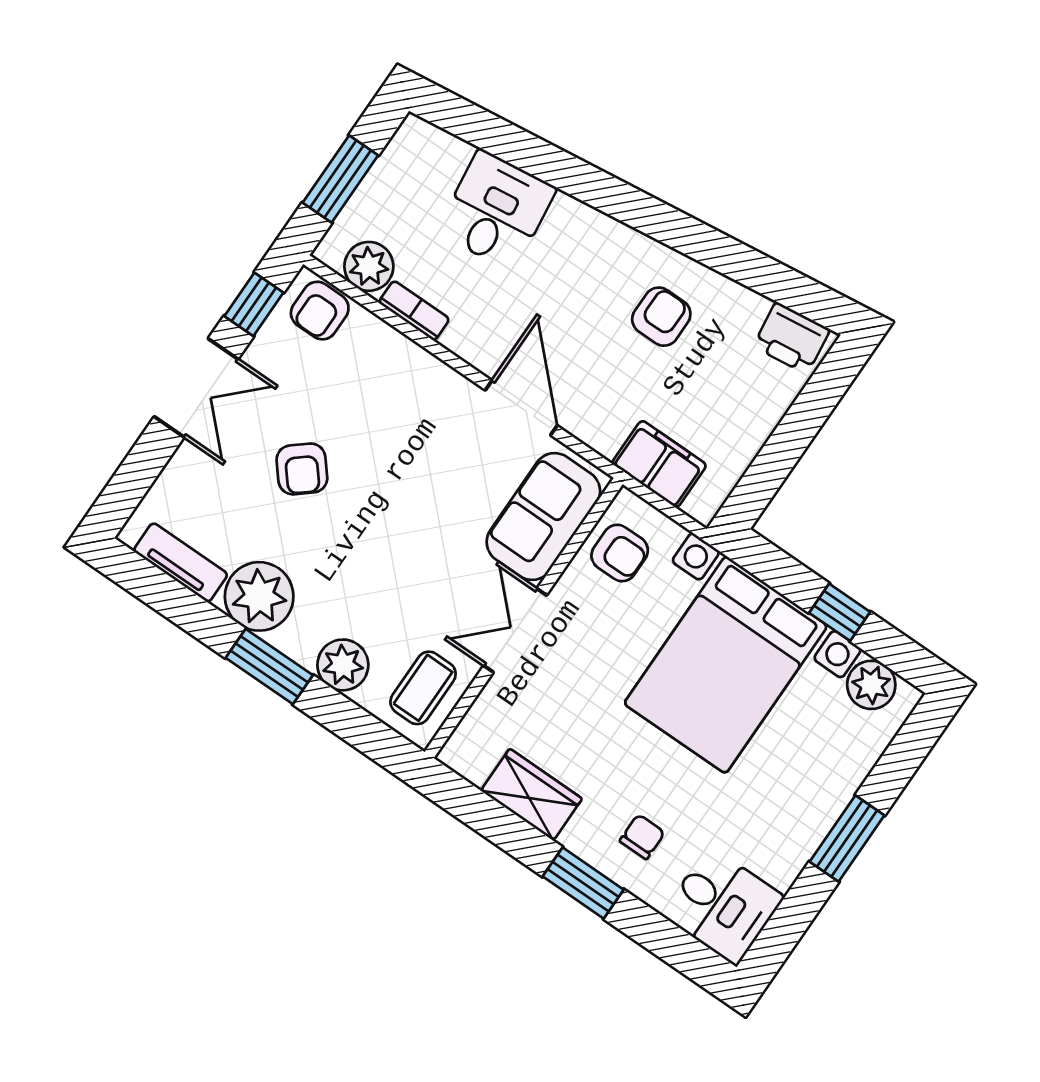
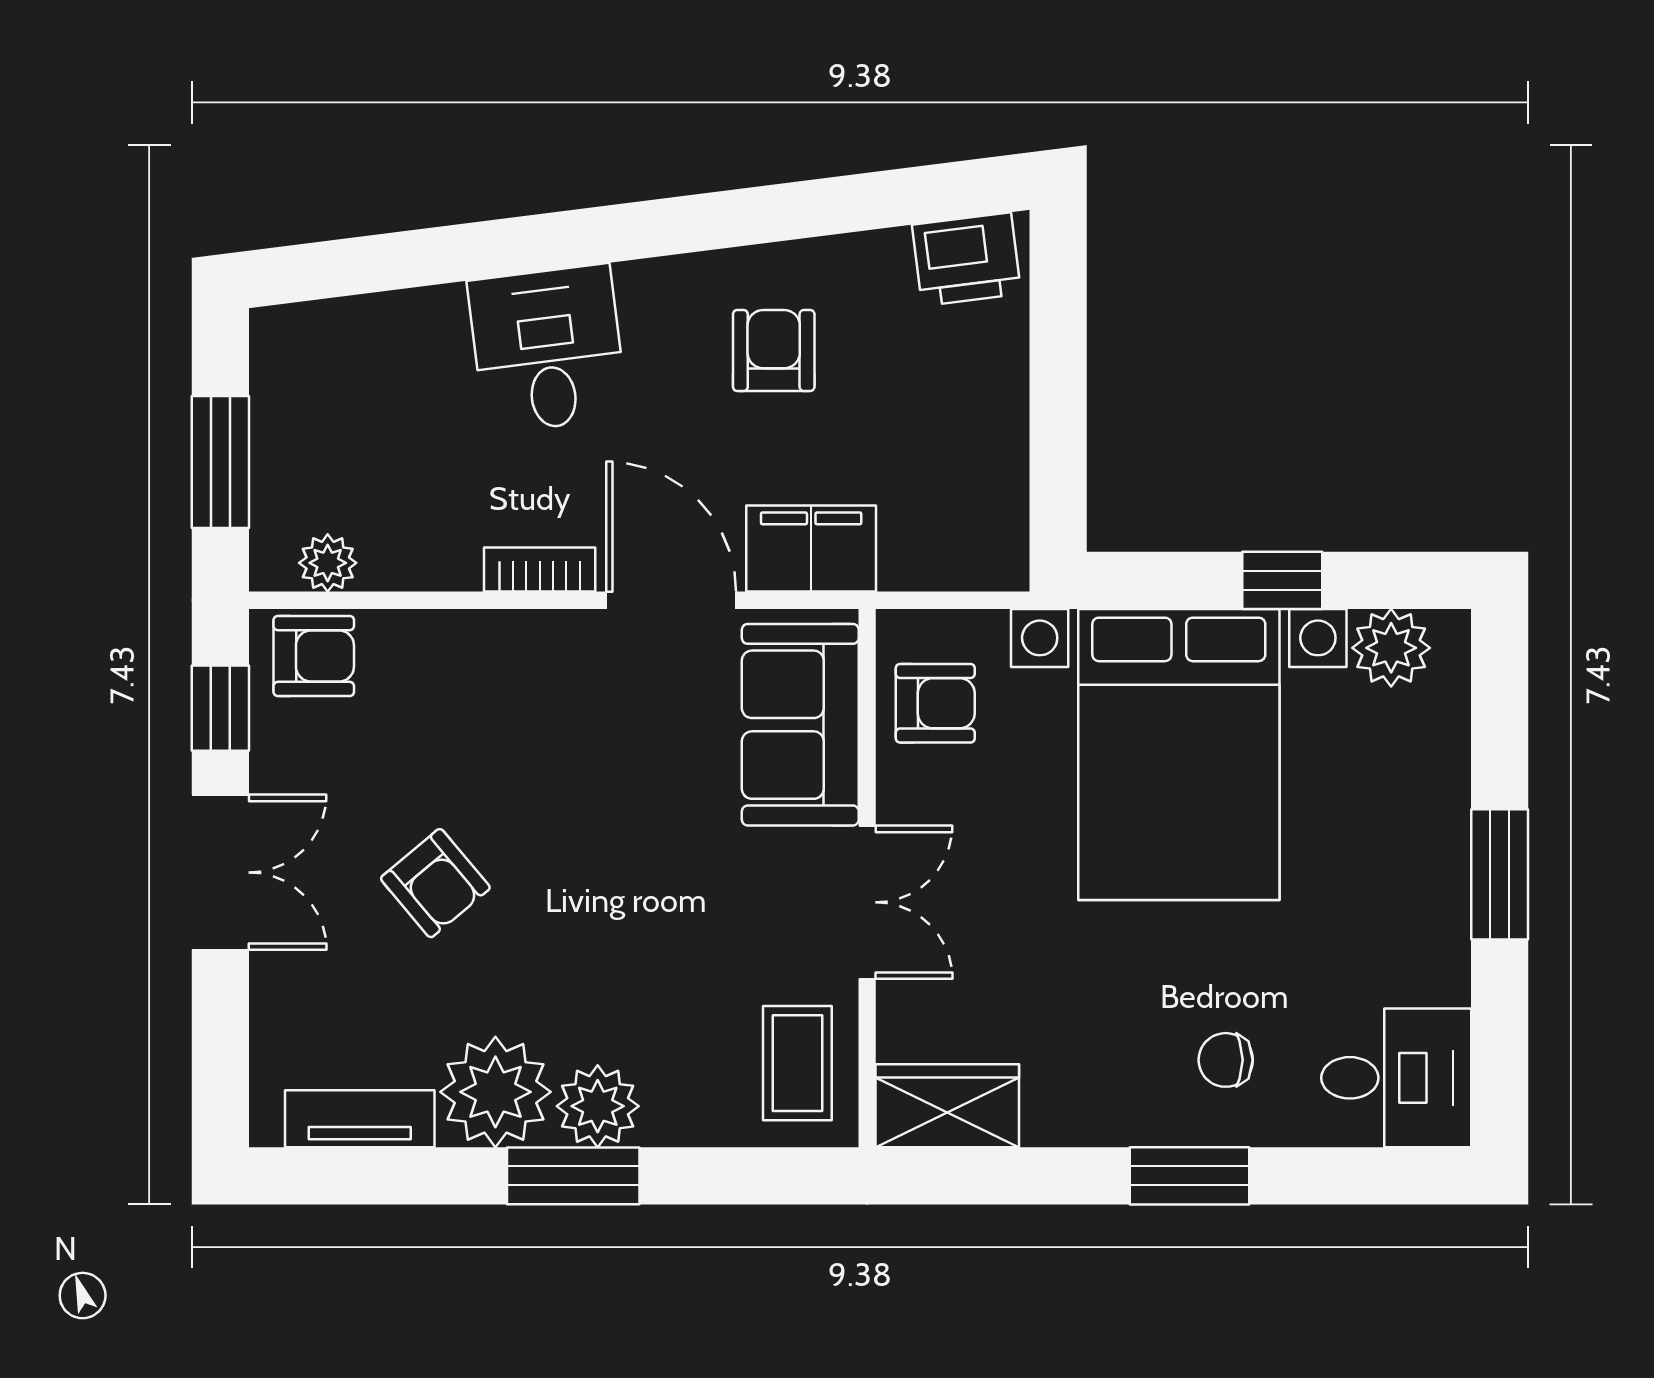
desk: (496, 210) -> (548, 349), moved
plant: (369, 266) -> (328, 563), width x0.73, depth x0.73
armchair: (320, 311) -> (314, 656), turned -90
bookcase: (414, 311) -> (540, 569), moved
filing cabinet: (659, 464) -> (811, 549), moved
double door: (515, 630) -> (867, 902), swing flipped
plant: (343, 665) -> (598, 1106), moved
wardrobe: (531, 795) -> (947, 1106), moved
chair: (642, 837) -> (1226, 1060), turned -90

